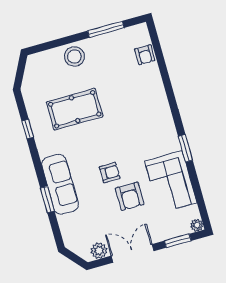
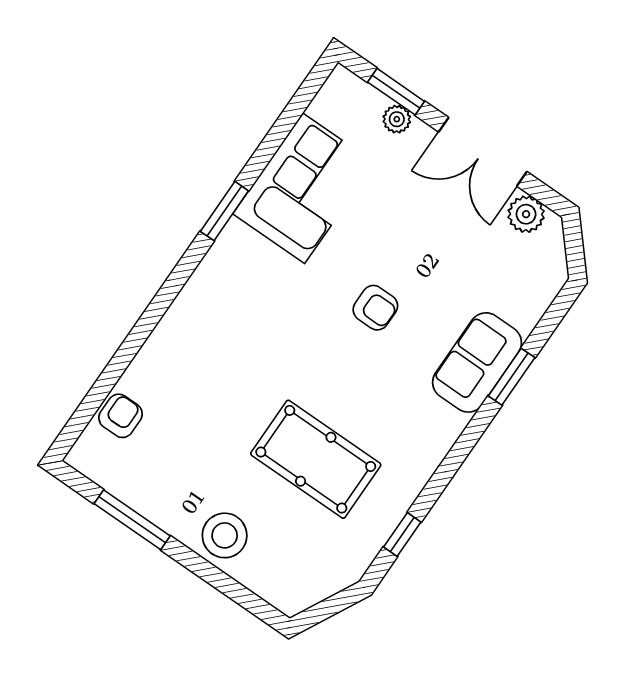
window: (28, 129) -> (402, 535), moved
armchair: (110, 173) -> (375, 308), turned 180
sofa: (60, 184) -> (477, 362), width x0.73
armchair: (130, 196) -> (388, 239), removed
plant: (197, 225) -> (397, 119), moved

